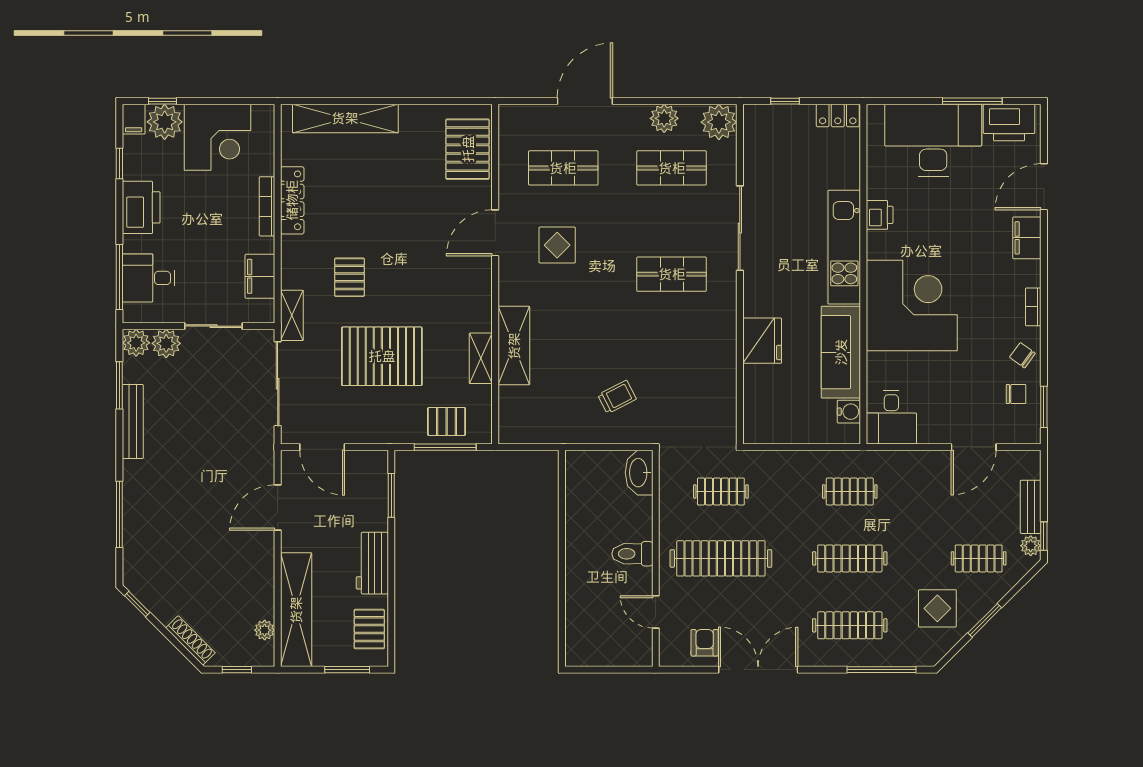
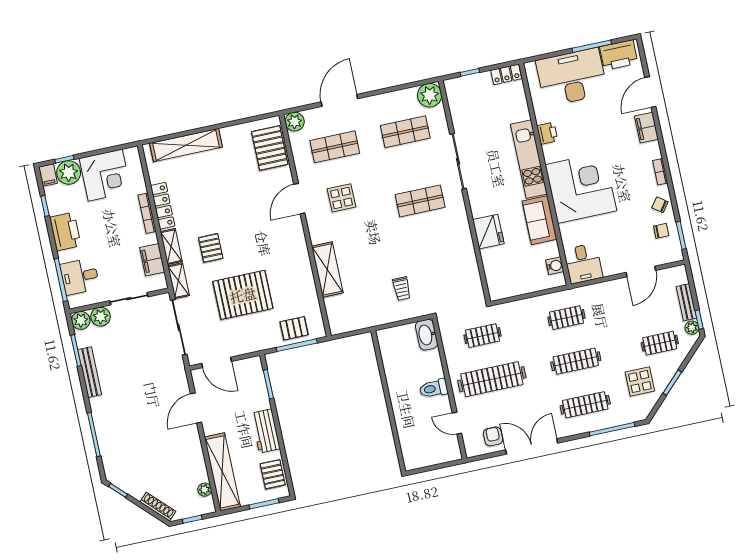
plant: (664, 118) -> (295, 122), moved
sofa: (841, 352) -> (540, 220), width x0.73
shelving: (481, 358) -> (171, 247), moved
trolley: (617, 397) -> (402, 289), turned 117

